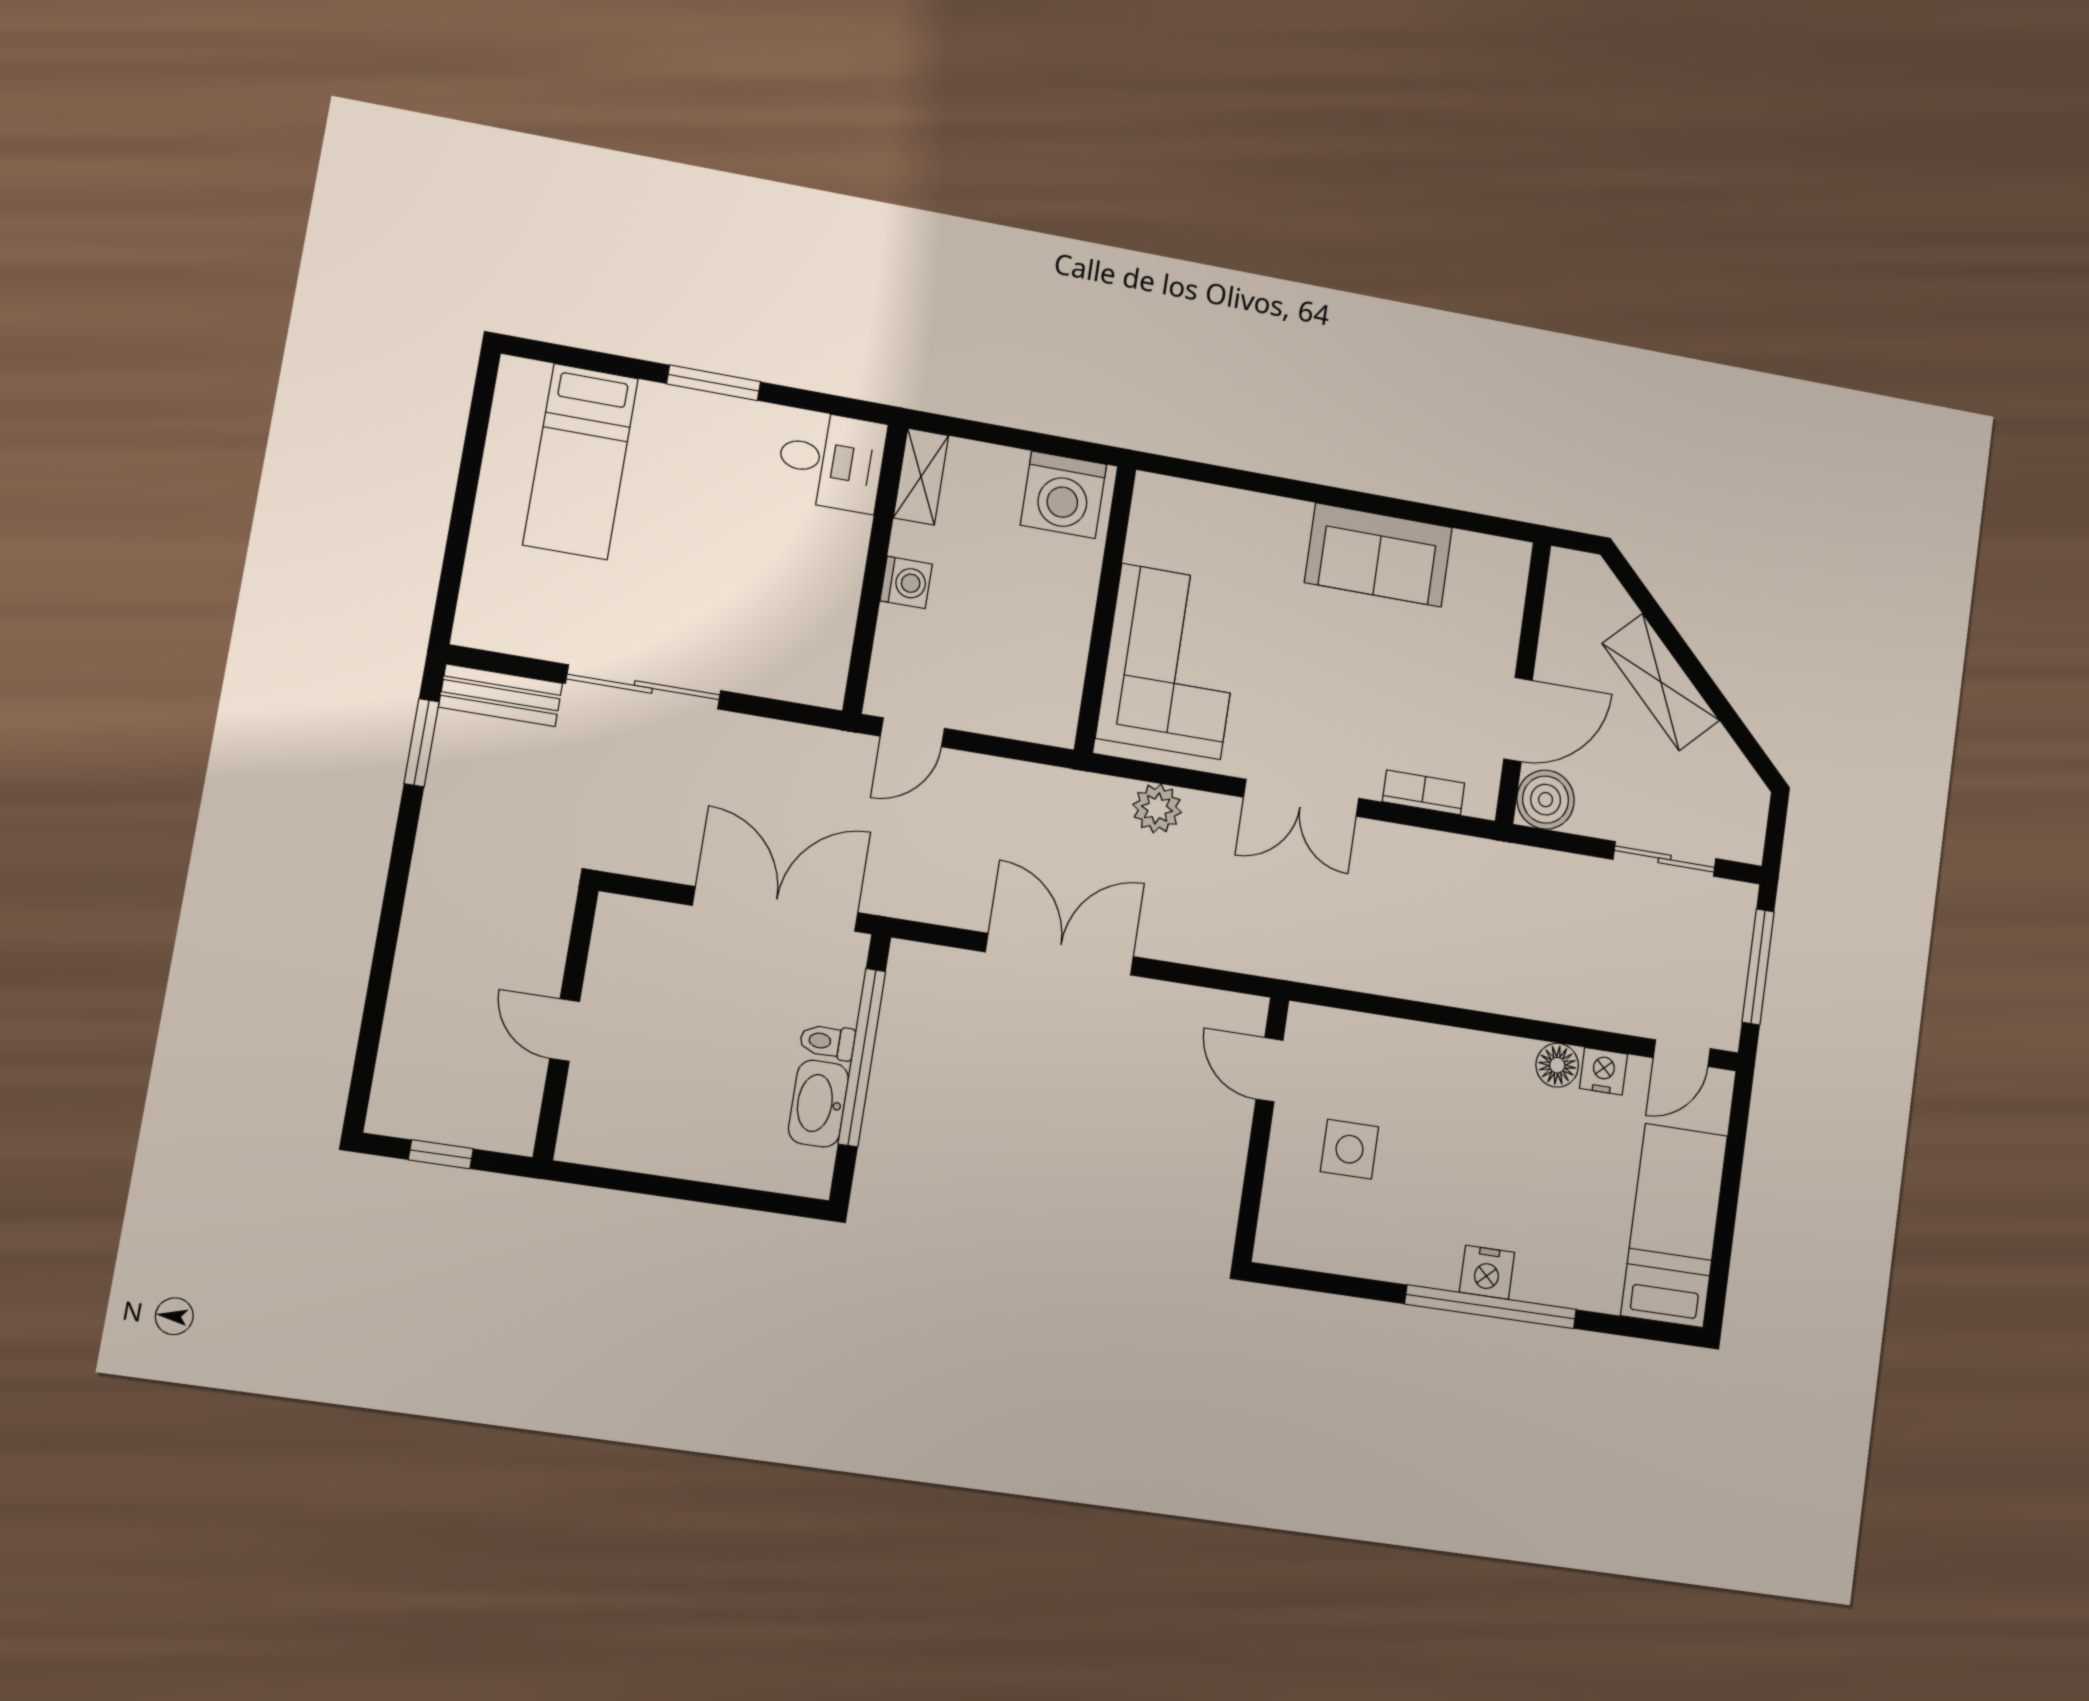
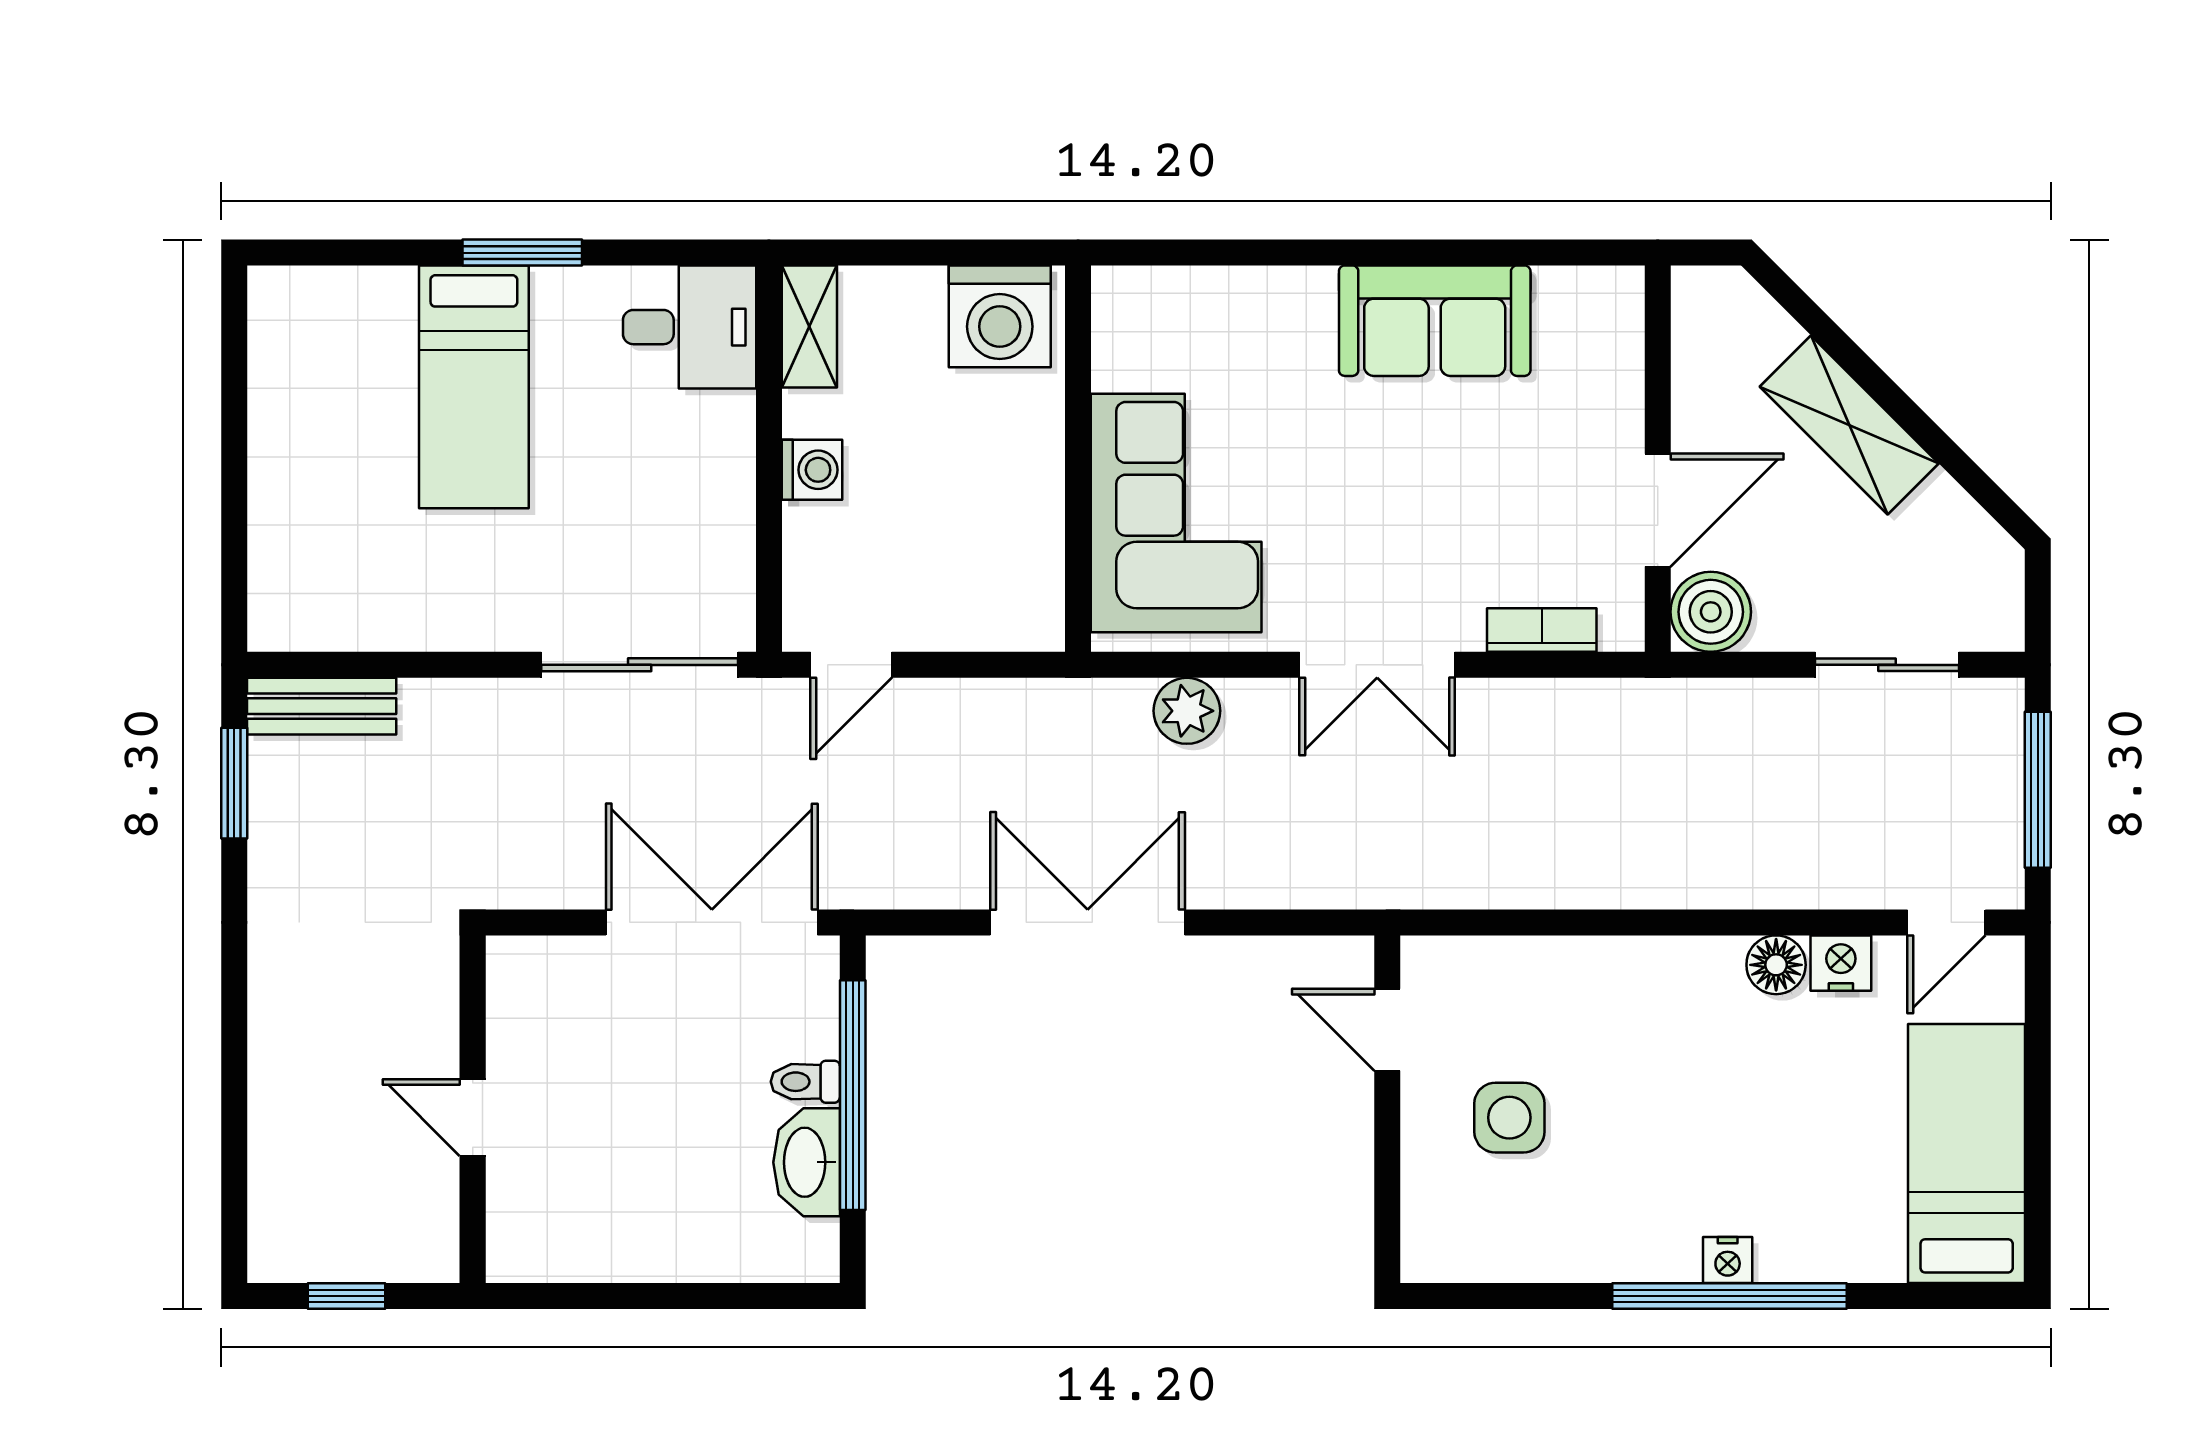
bed: (581, 461) -> (474, 387), moved
sliding door: (643, 687) -> (640, 665), moved
nightstand: (1487, 1272) -> (1728, 1260), width x0.72, depth x0.74

